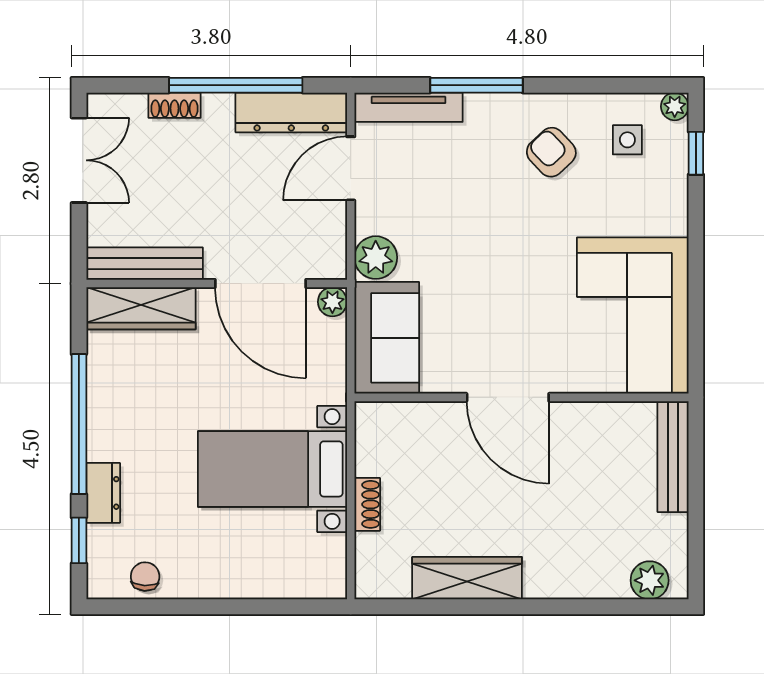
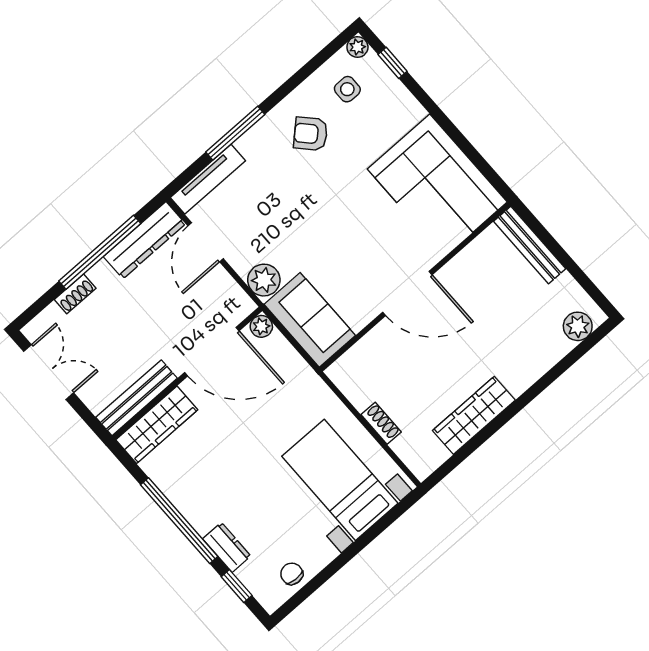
bed with nightstands: (272, 469) -> (340, 480), moved, turned 90

